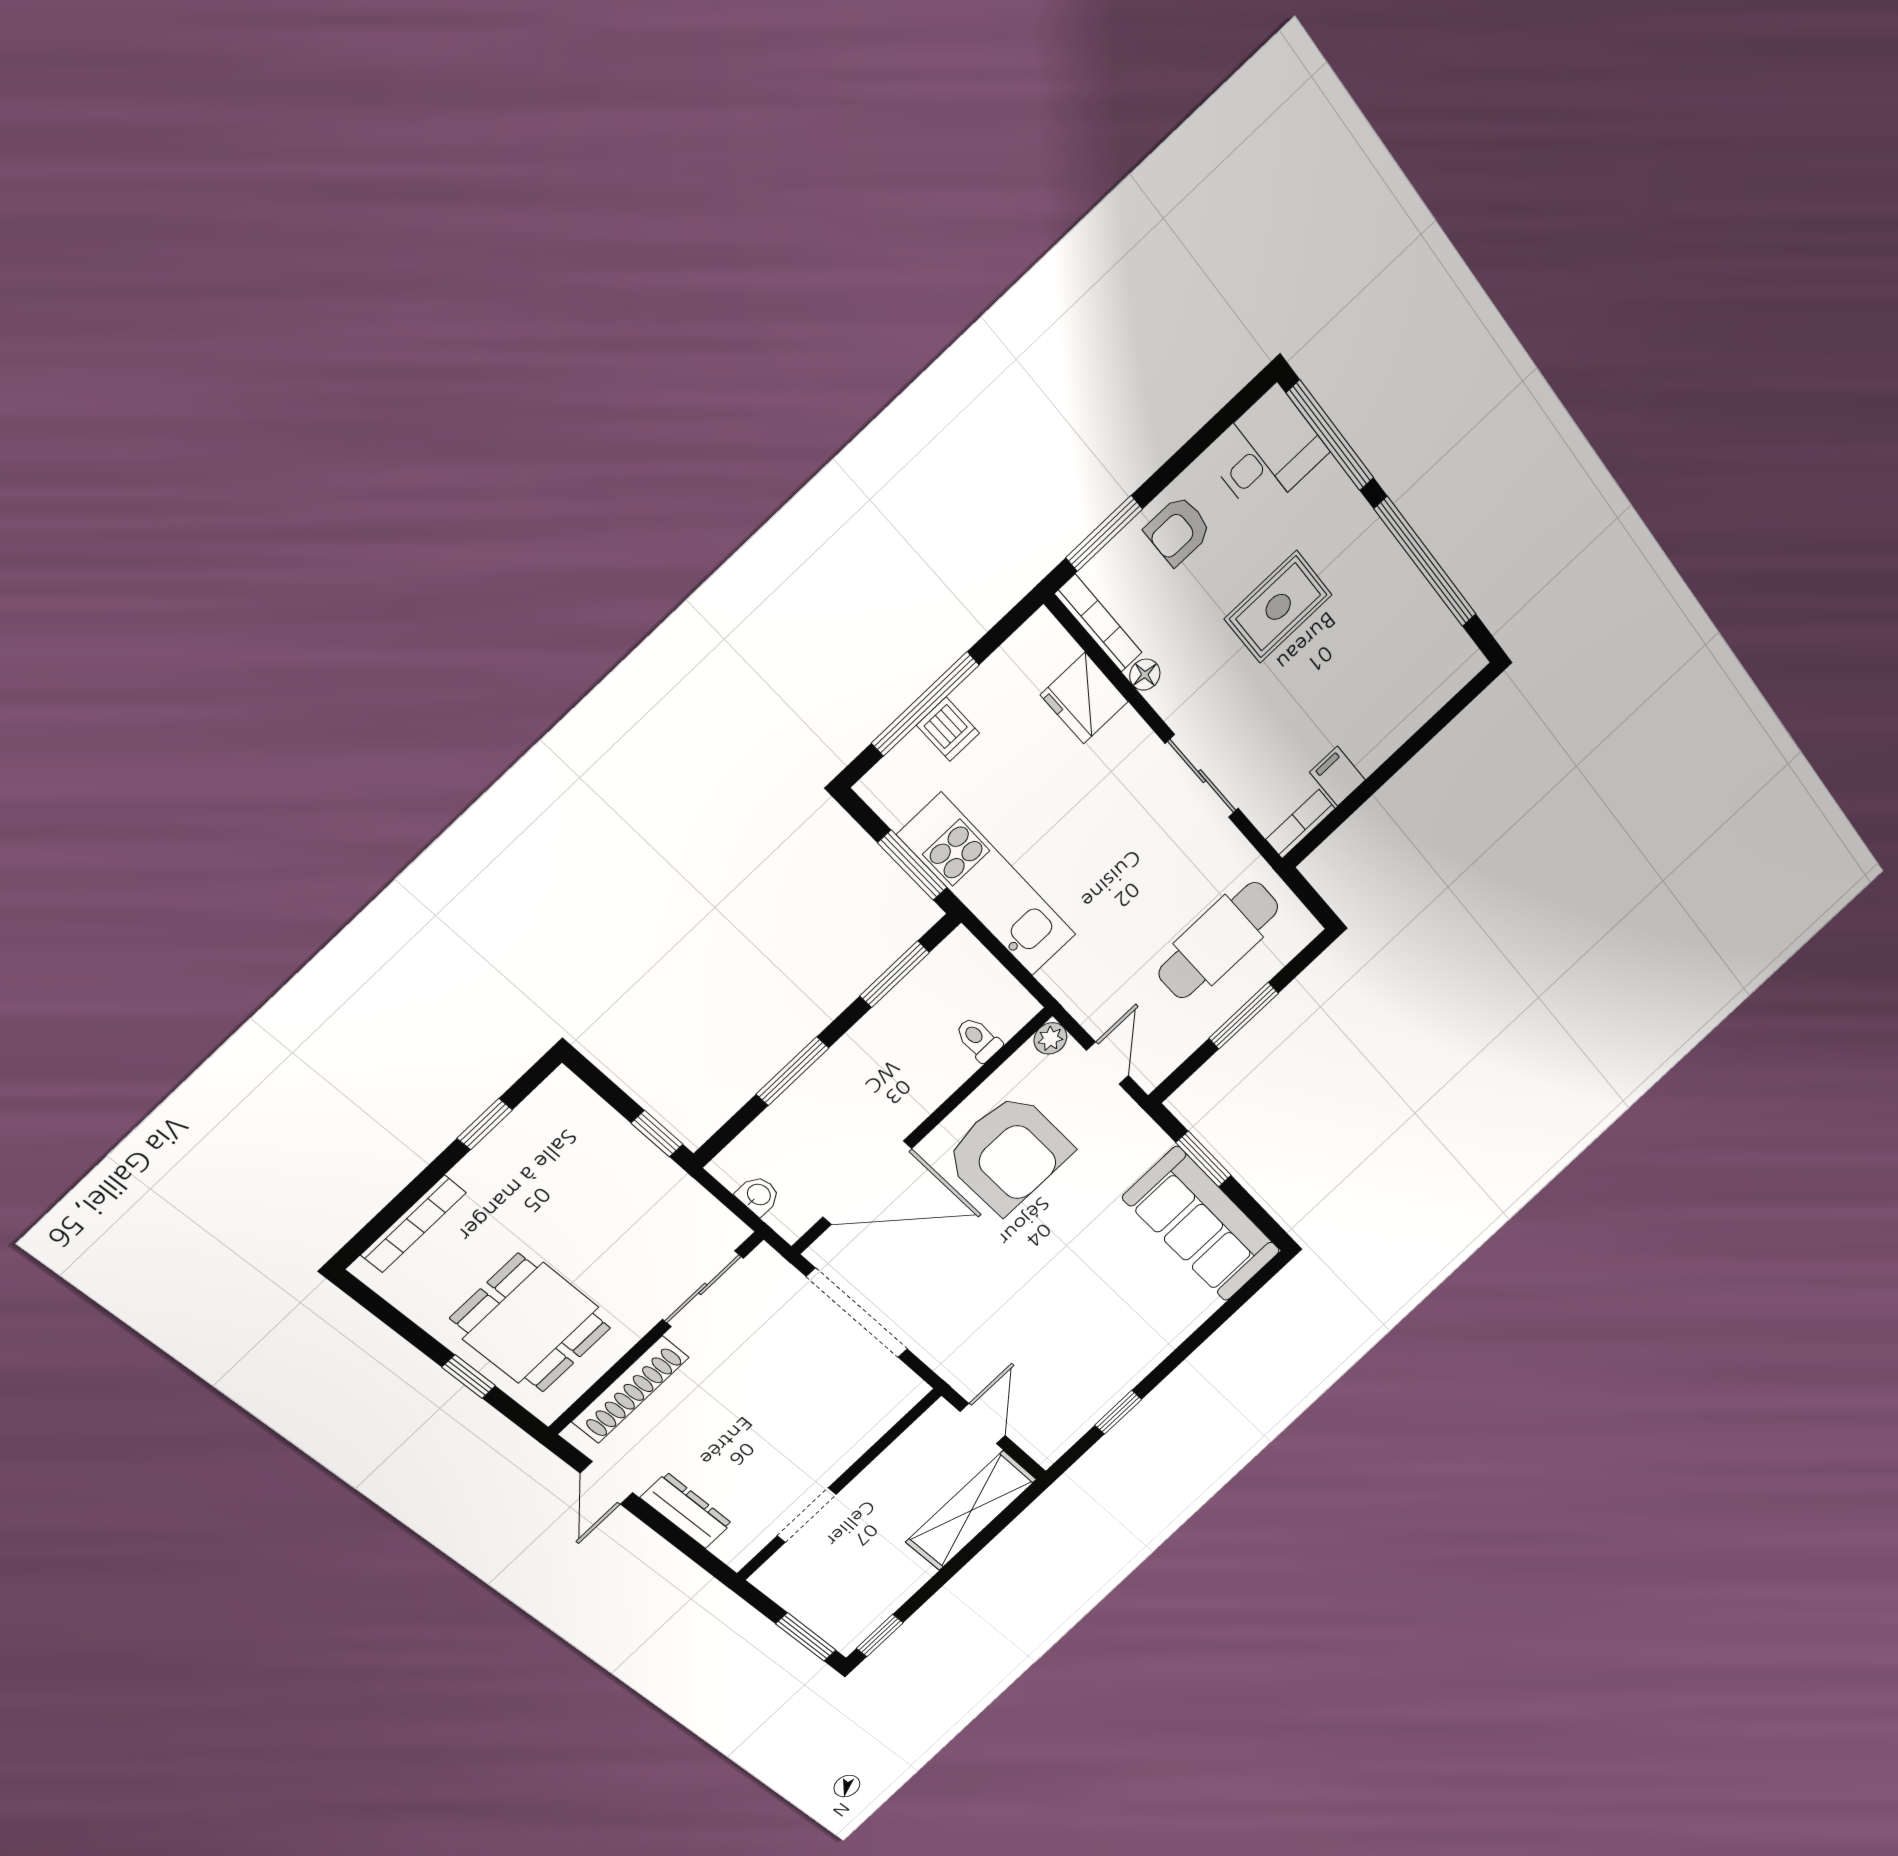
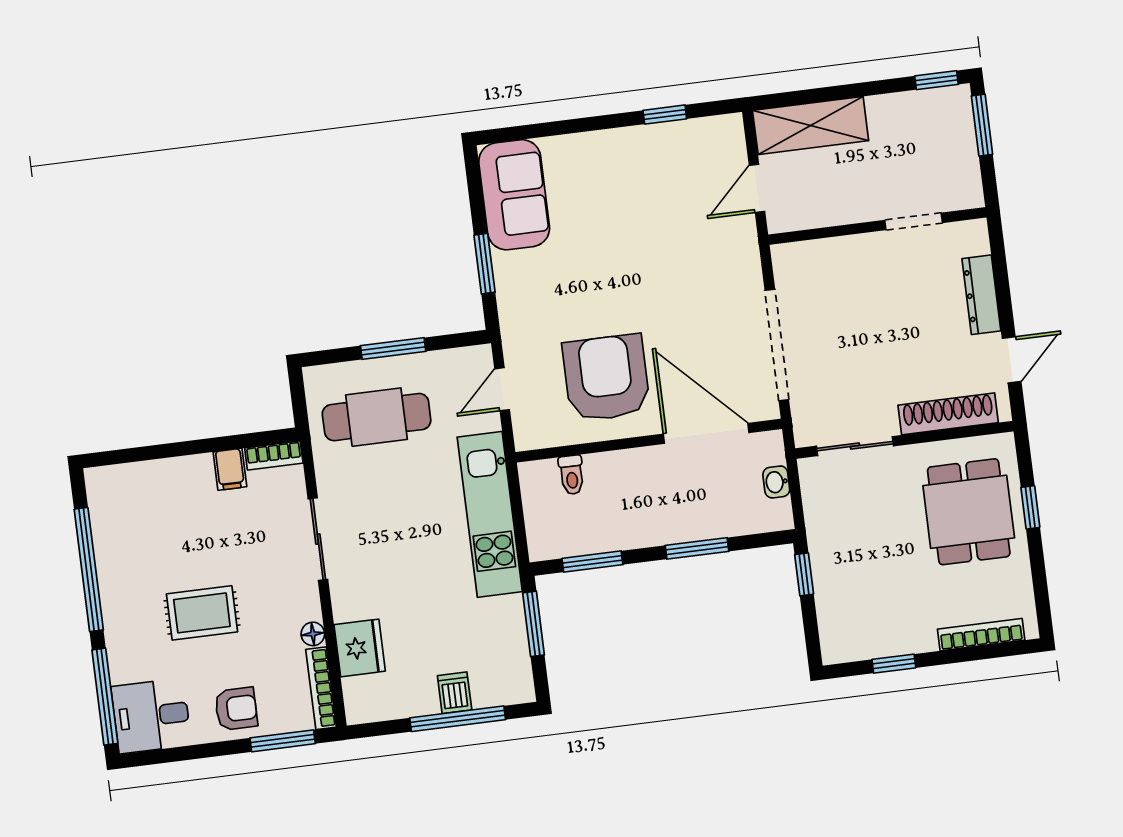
kitchen unit: (988, 885) -> (490, 514), moved
plant: (1050, 1038) -> (527, 437), removed
sofa: (1202, 1224) -> (514, 195), width x0.73

